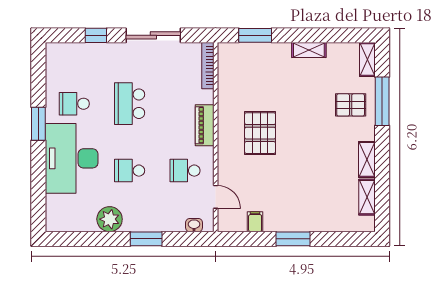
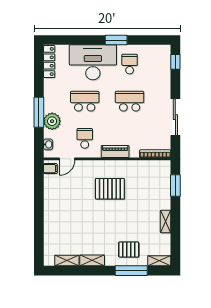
window: (96, 35) -> (175, 62), moved
pallet: (351, 105) -> (129, 249), turned 90
school desk: (130, 171) -> (85, 101), width x1.85
plant: (110, 219) -> (52, 121), moved
filing cabinet: (255, 222) -> (50, 169), moved
locker: (71, 224) -> (49, 62), added
window: (146, 239) -> (39, 112), width x1.44
window: (293, 239) -> (39, 211), removed

